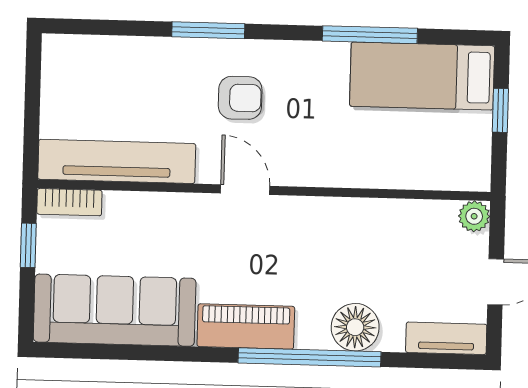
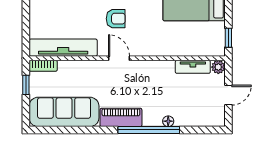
window: (500, 110) -> (228, 38), moved
floor lamp: (355, 327) -> (168, 121), width x0.53, depth x0.53
tv unit: (446, 338) -> (193, 67), moved, turned 180

